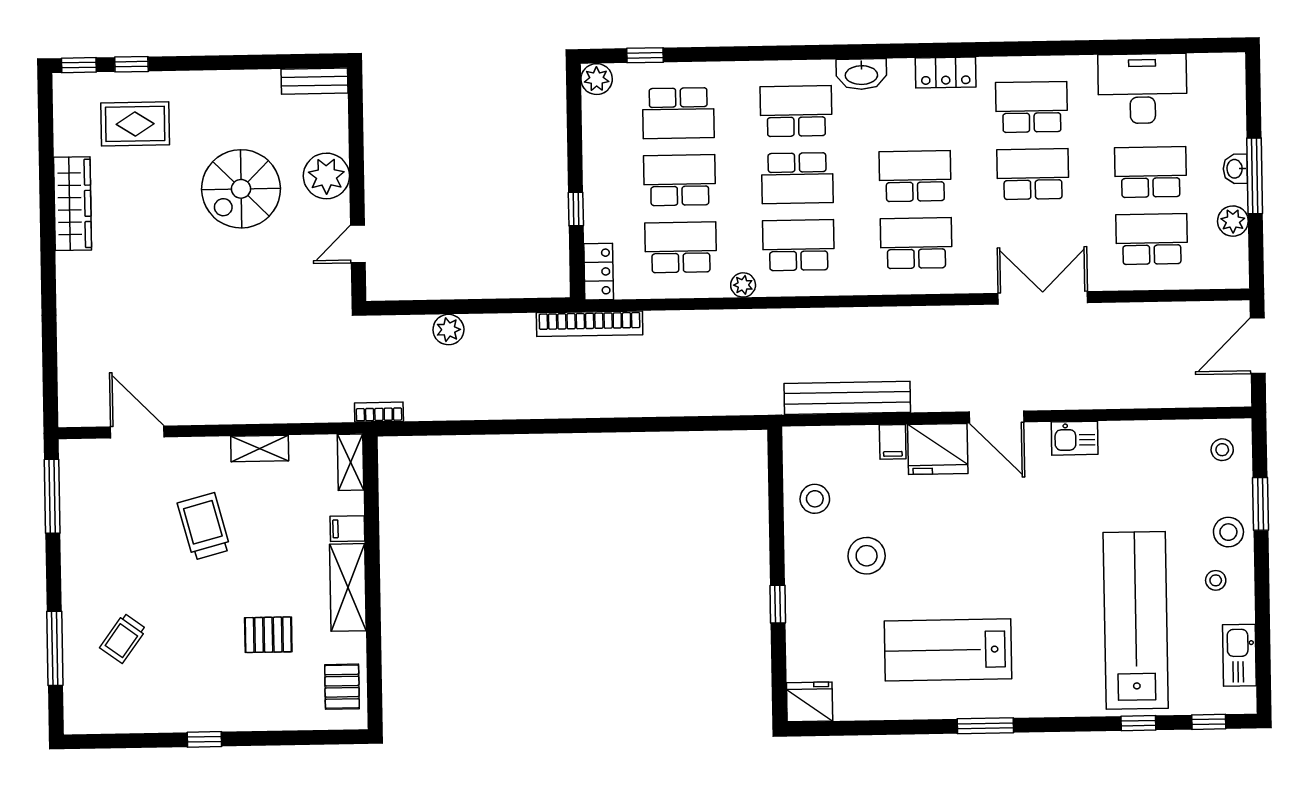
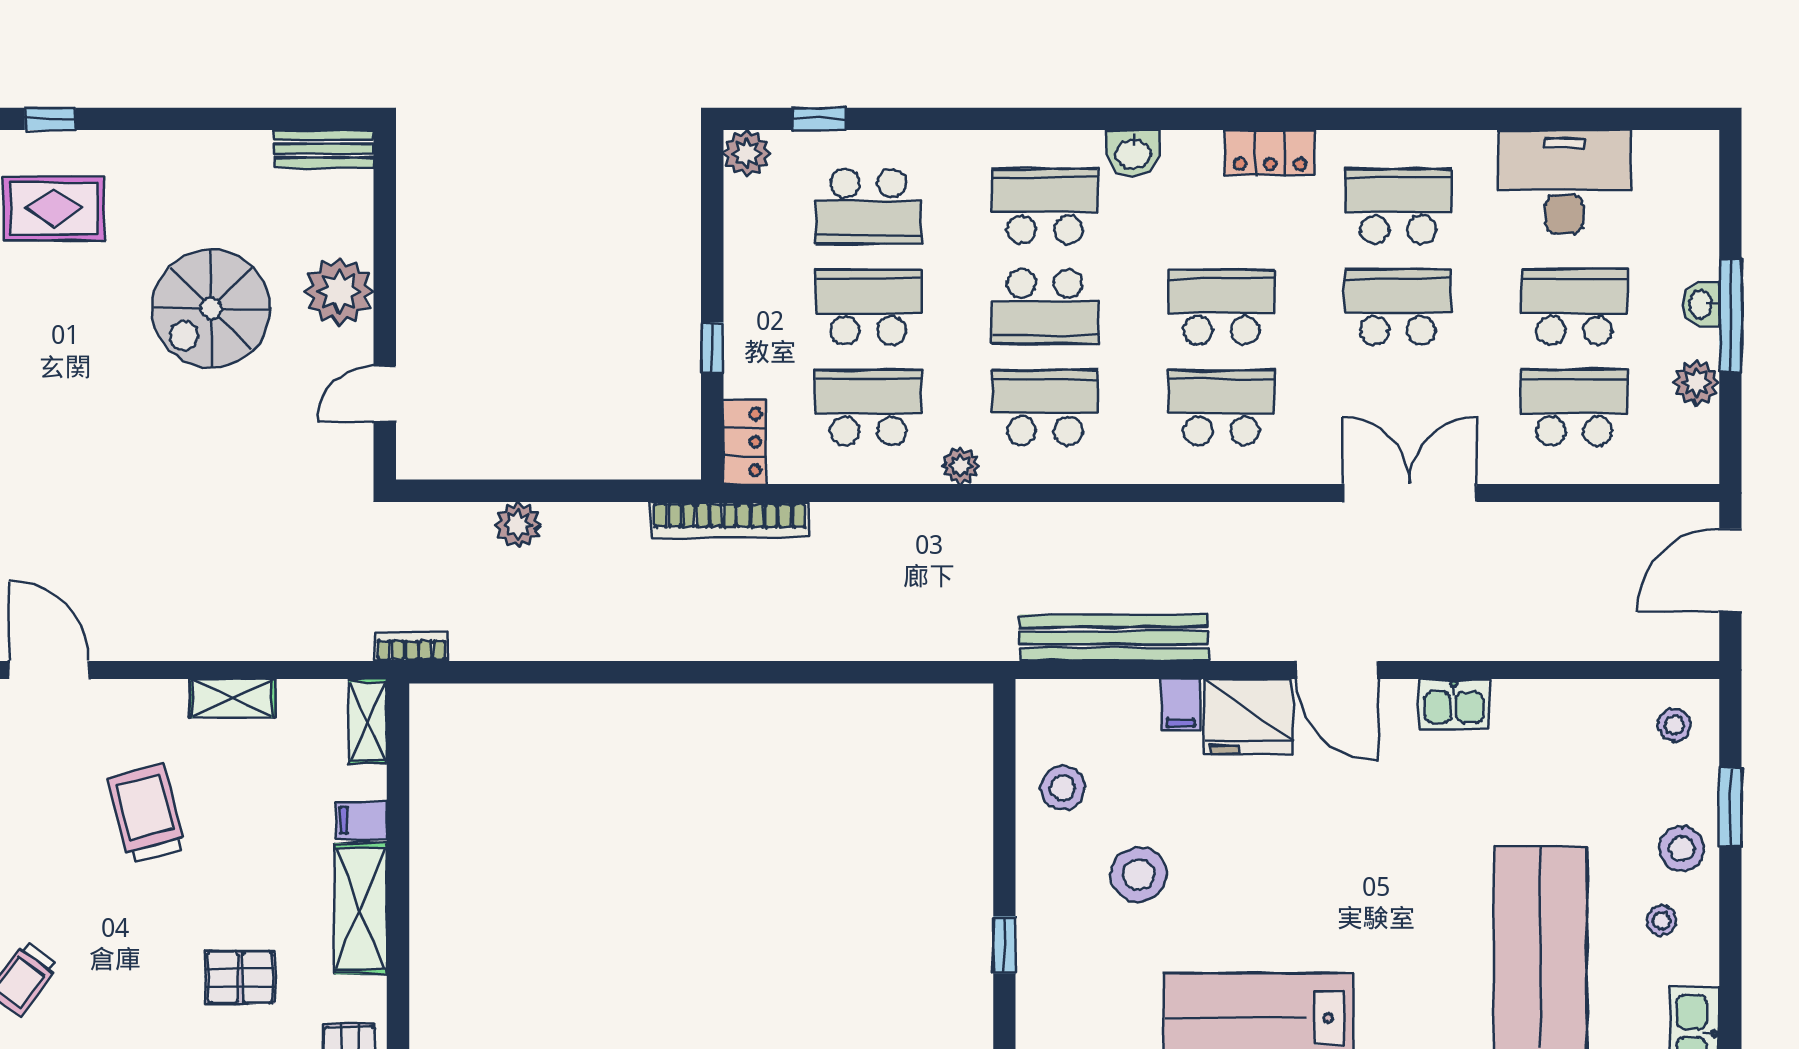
washbasin: (861, 74) -> (1133, 153), width x0.72

